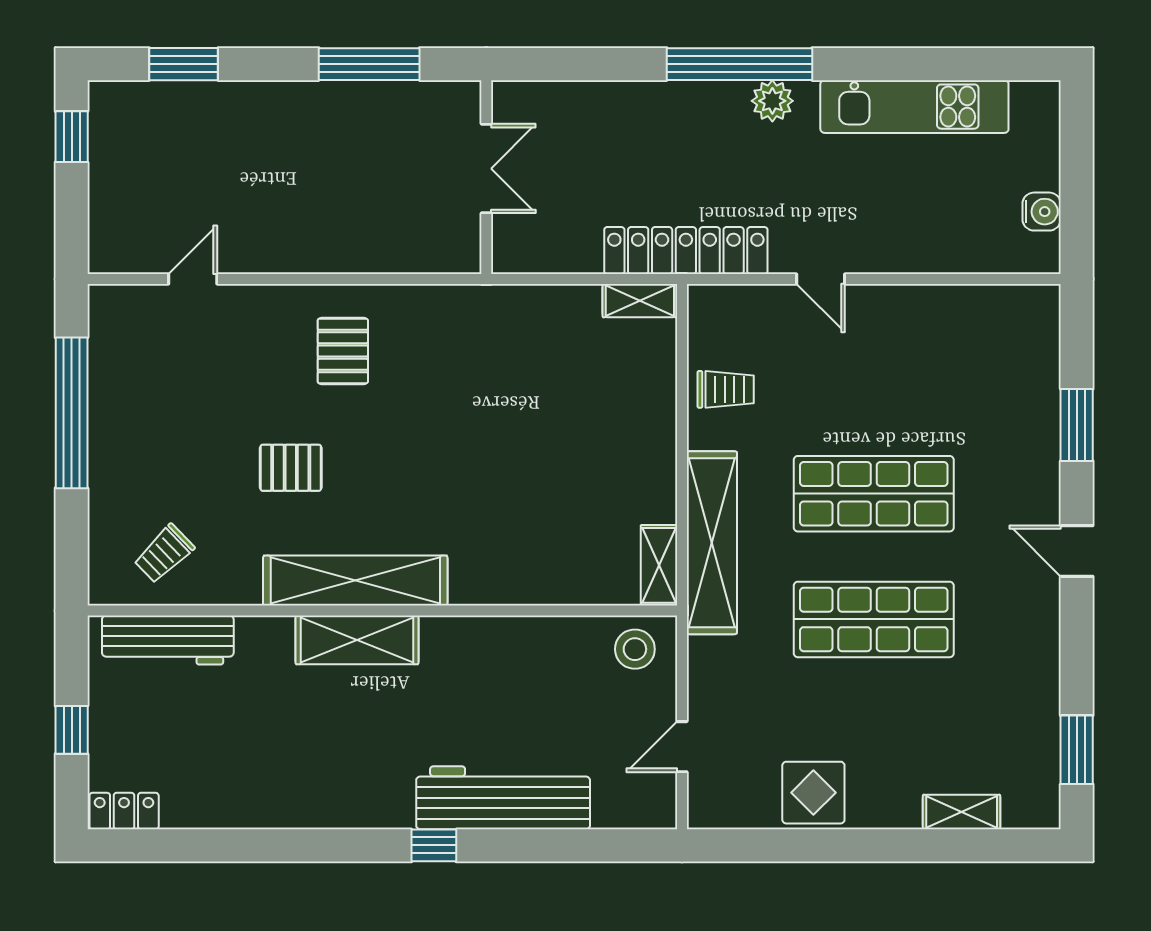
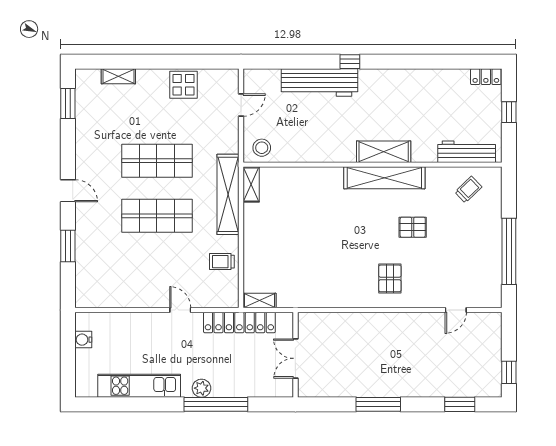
double door: (486, 169) -> (295, 358), moved
wall: (486, 177) -> (295, 355), moved

